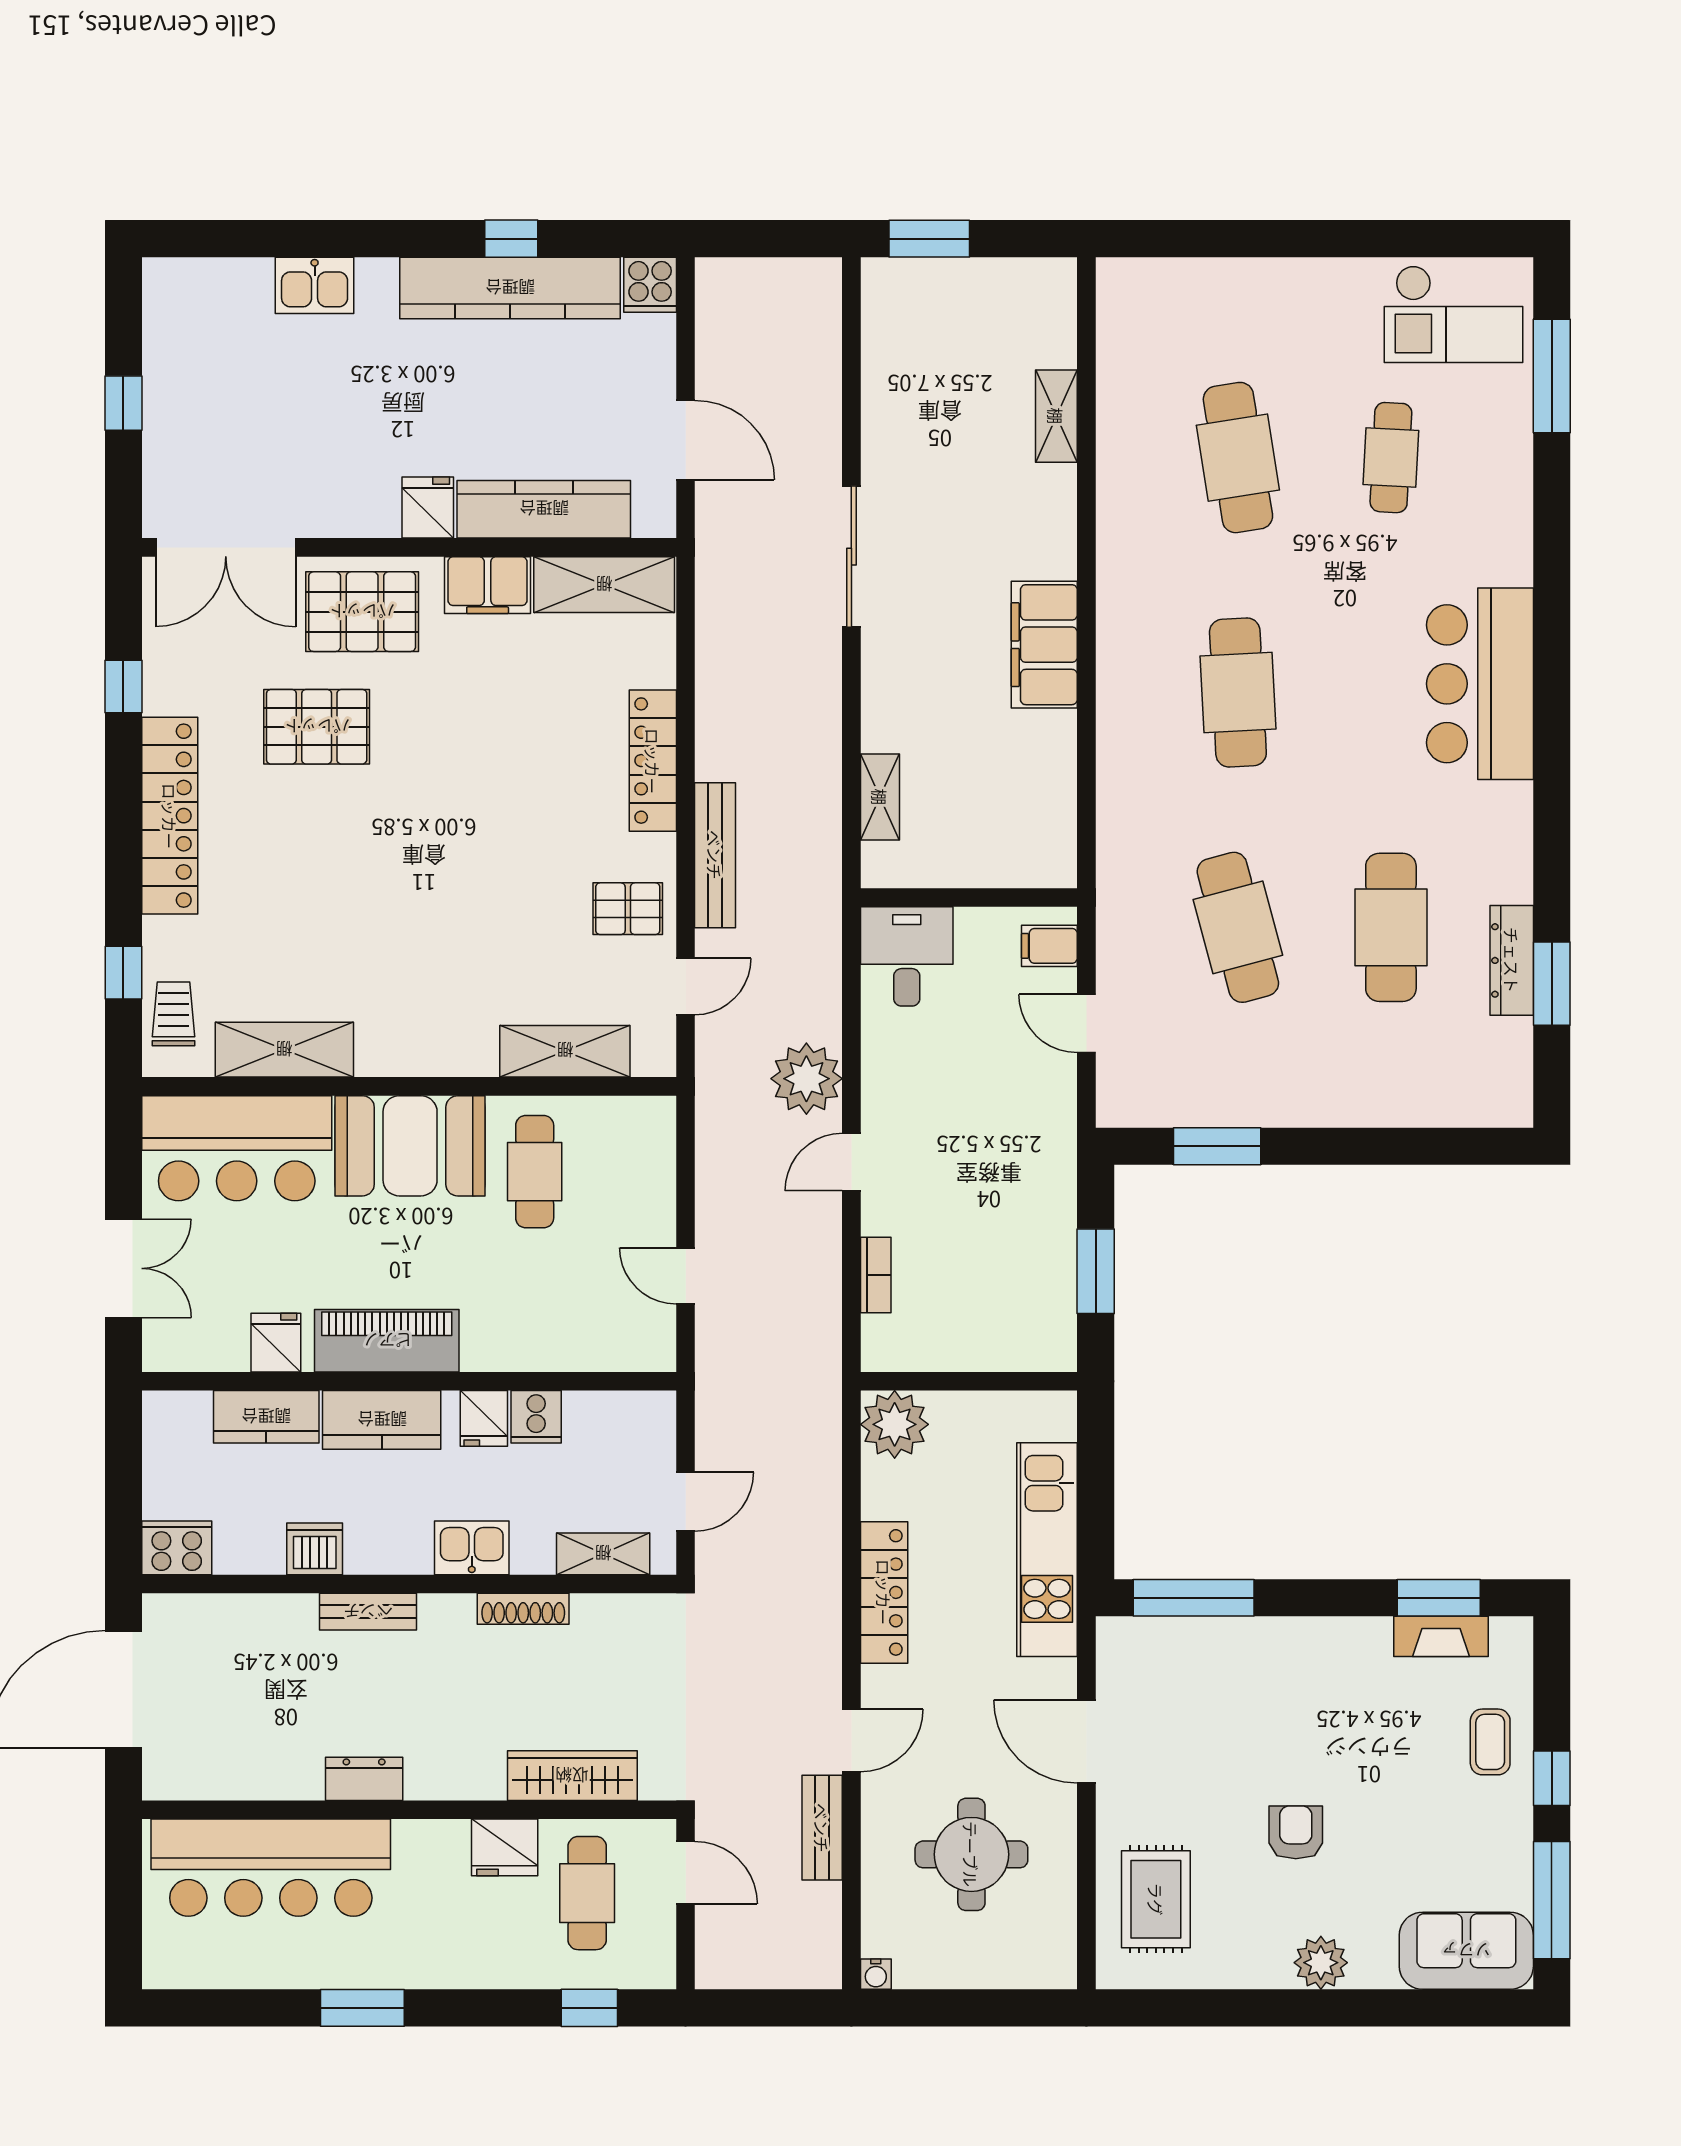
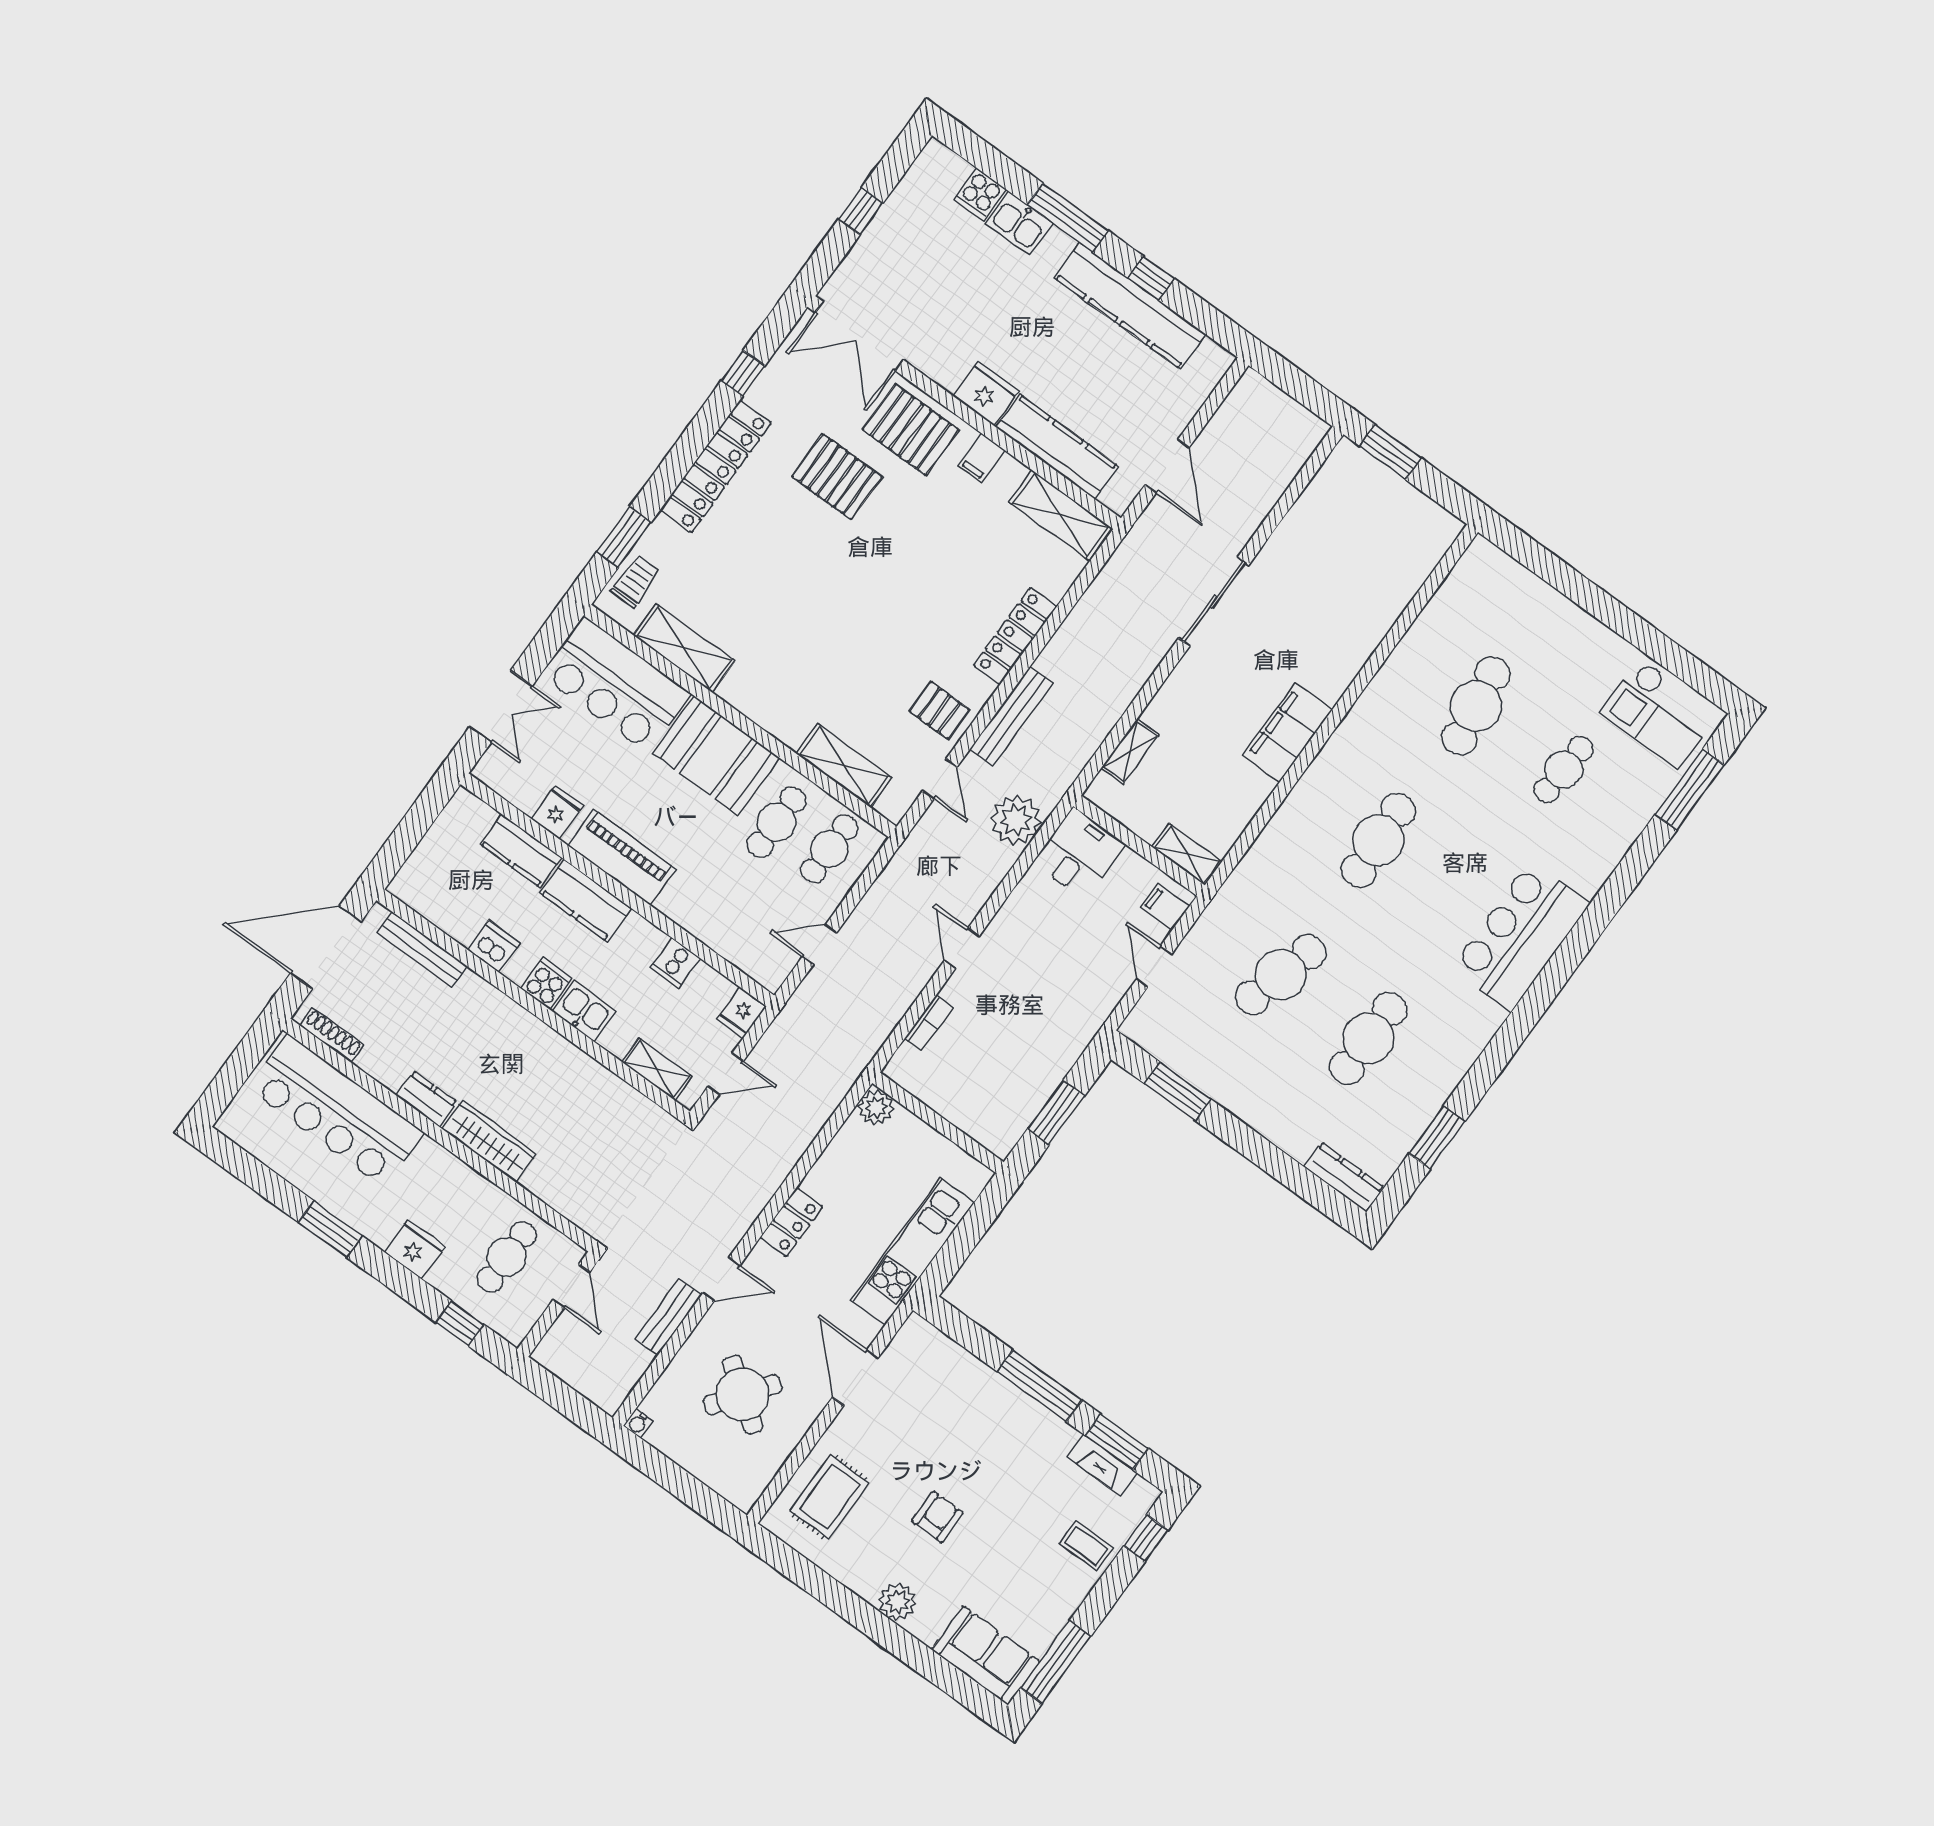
window: (365, 239) -> (1068, 218), added
cooker: (650, 285) -> (980, 194), moved
shelving: (1056, 416) -> (1187, 854), moved, turned 90
fridge: (428, 508) -> (986, 393), width x1.38
filing cabinet: (488, 585) -> (981, 458), width x0.50
cafe table: (1238, 927) -> (1281, 975), turned 30
dresser: (1512, 960) -> (1344, 1177), moved, turned 90
window: (123, 973) -> (624, 537), width x1.50
door: (686, 987) -> (940, 779), hinge flipped
plant: (806, 1079) -> (1016, 820), moved
cafe table: (617, 1158) -> (829, 849), added
door: (851, 1162) -> (962, 948), hinge flipped
door: (686, 1276) -> (820, 944), hinge flipped
fridge: (484, 1418) -> (742, 1012), moved
plant: (895, 1424) -> (876, 1107), width x0.73, depth x0.73
cooker: (177, 1548) -> (546, 984), moved, width x0.73
locker: (884, 1592) -> (791, 1222), width x0.66
window: (1194, 1598) -> (1040, 1386), moved
shoe rack: (523, 1609) -> (332, 1035), moved, turned 180
bench: (368, 1612) -> (422, 949), moved, width x1.36
coffee table: (1490, 1742) -> (1086, 1546), turned 90
wardrobe: (572, 1776) -> (489, 1141), moved
window: (1552, 1778) -> (1146, 1538), moved
fridge: (505, 1847) -> (415, 1249), moved, turned 180
round table: (971, 1854) -> (743, 1394), turned 36

